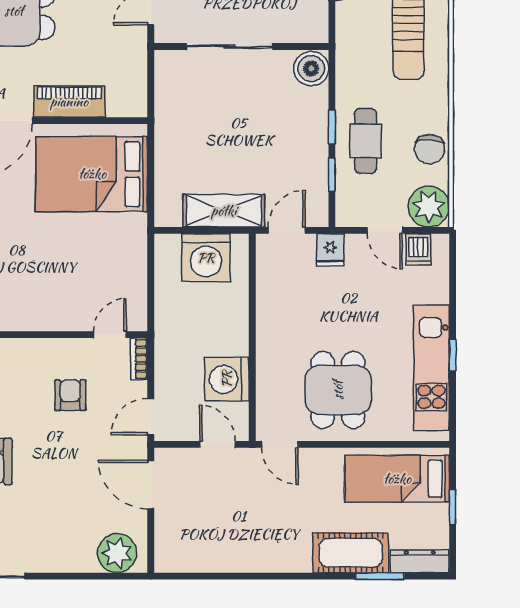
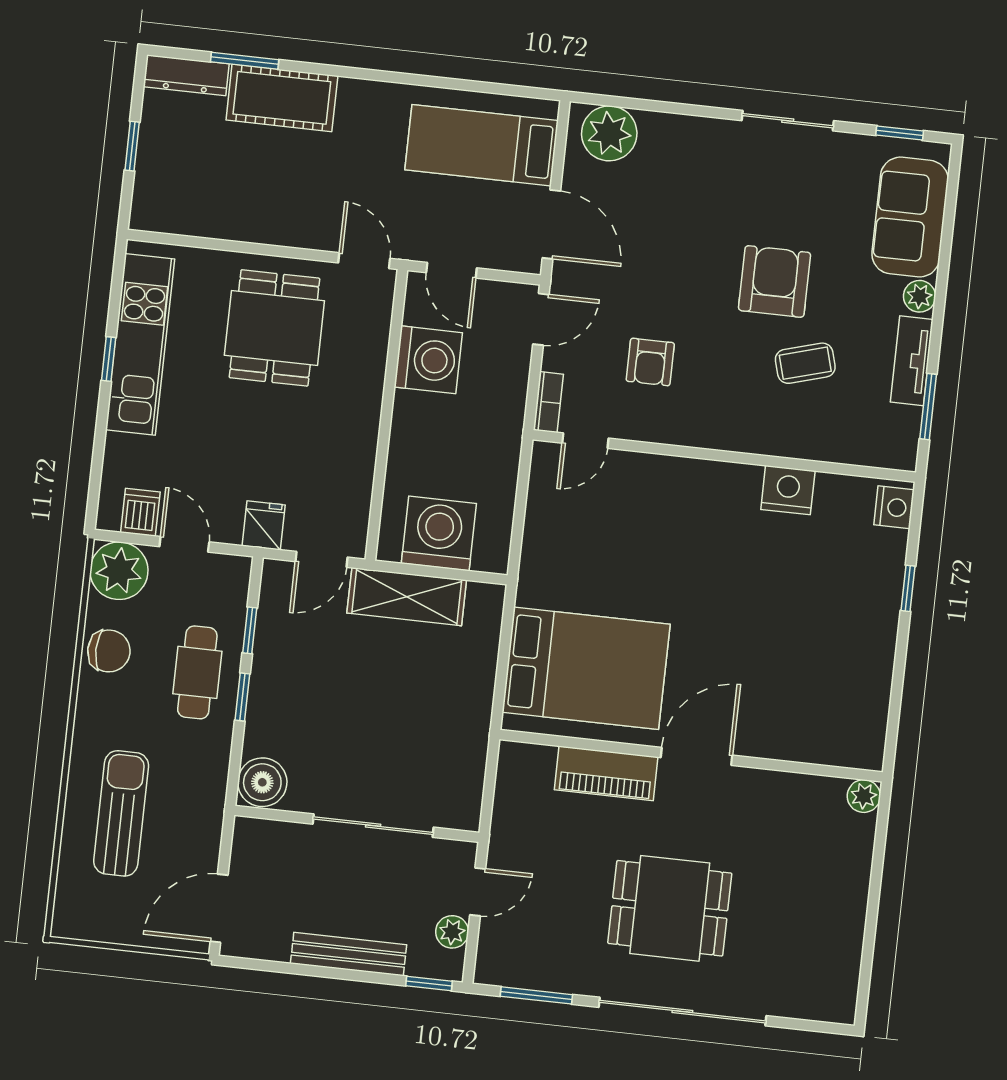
chair: (430, 149) -> (109, 651), turned 87
bed: (397, 479) -> (482, 145), moved, turned 180

